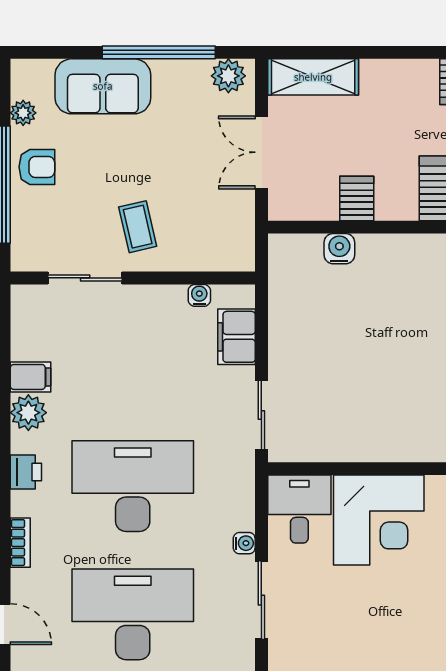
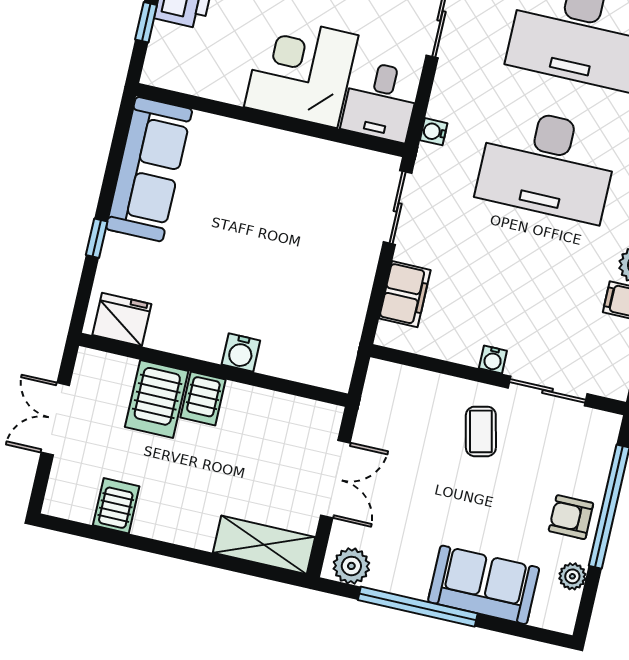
server rack: (357, 198) -> (203, 399), moved
water cooler: (339, 249) -> (241, 353), moved
water cooler: (199, 295) -> (493, 359), moved
water cooler: (244, 543) -> (434, 132), moved

